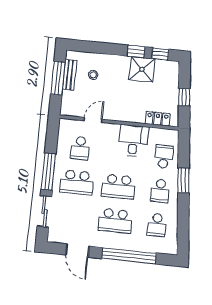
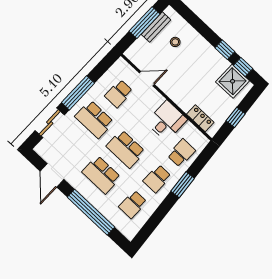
shower: (142, 69) -> (233, 81), moved

